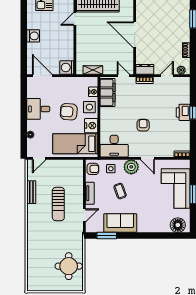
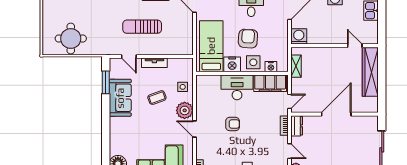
desk: (114, 146) -> (237, 87), moved, turned 90
door: (147, 158) -> (195, 129), hinge flipped
armchair: (93, 169) -> (182, 66), removed

